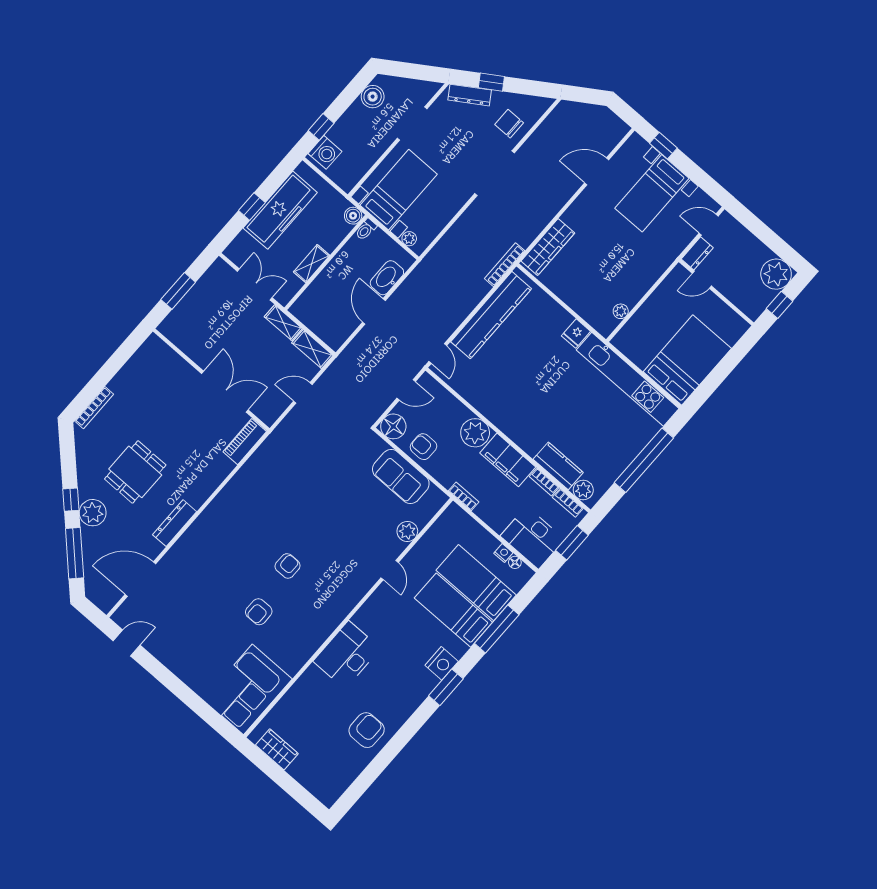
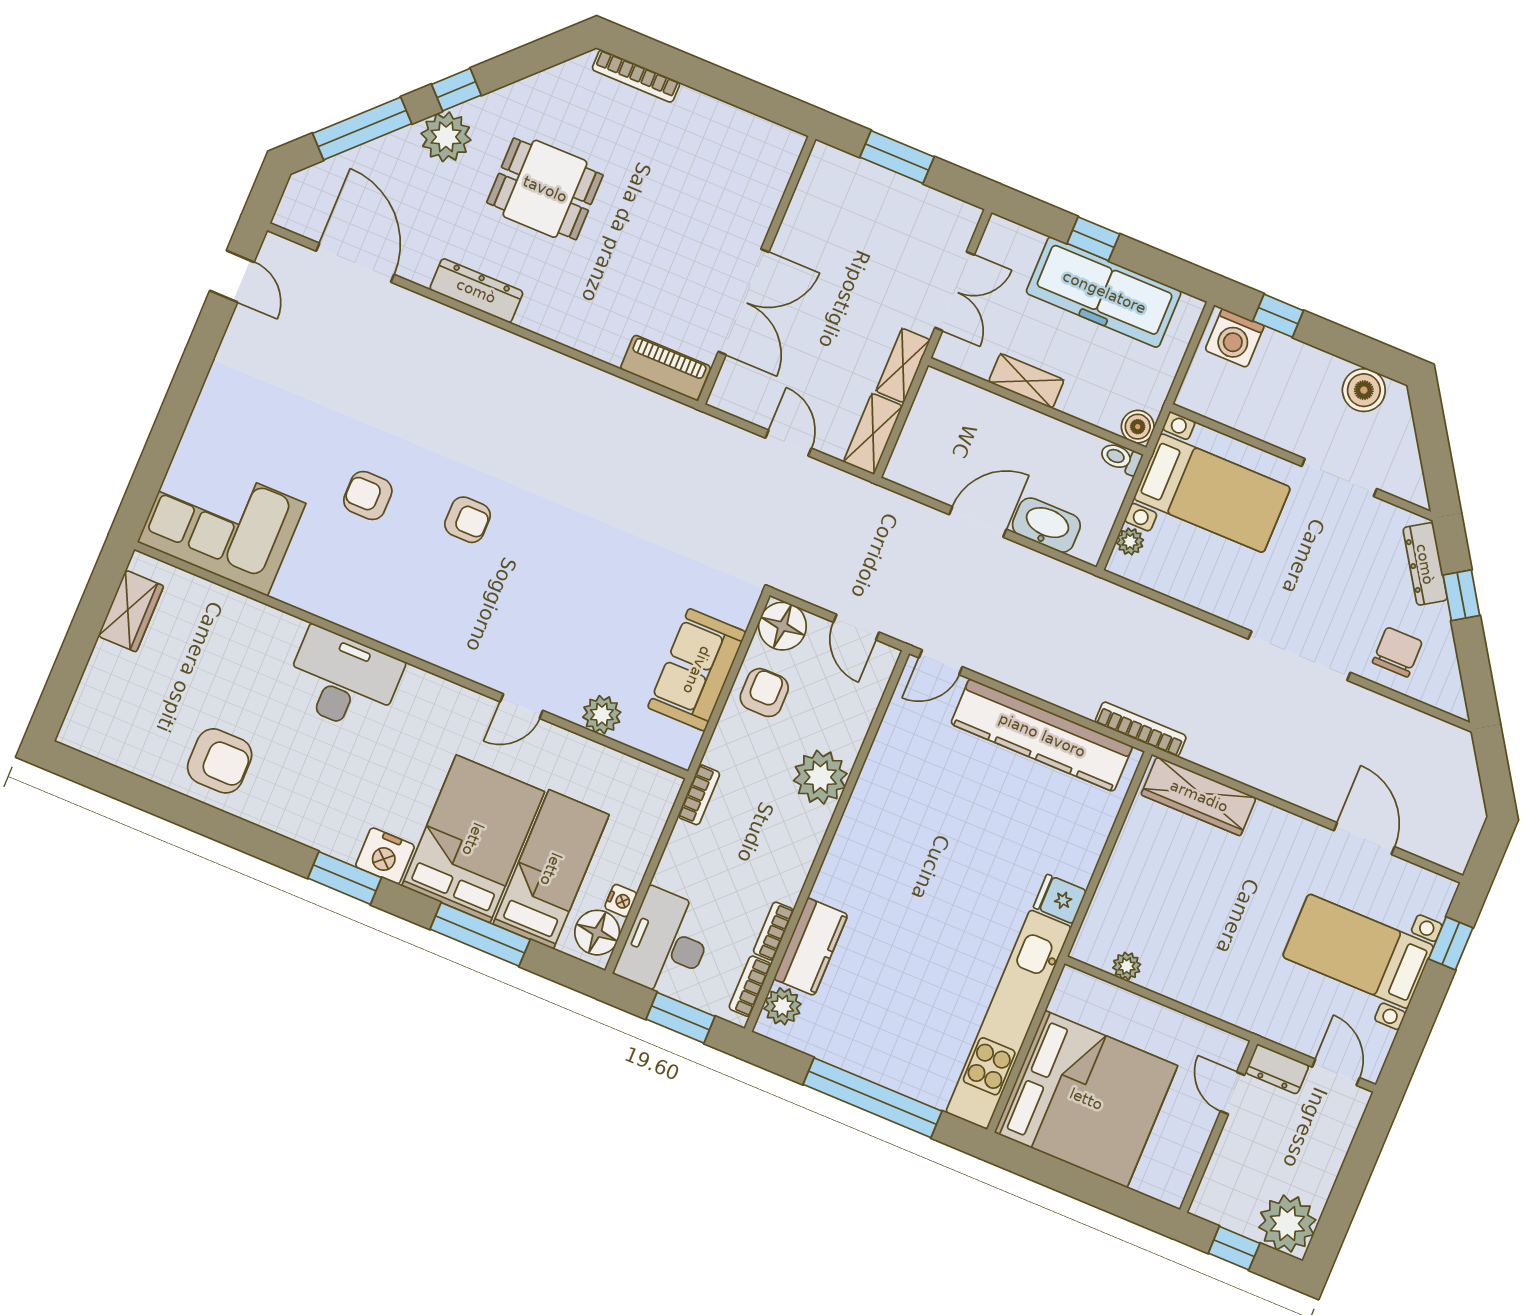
bed: (687, 360) -> (1086, 1099), width x1.36
filing cabinet: (508, 460) -> (791, 852), removed
floor lamp: (515, 562) -> (597, 933), width x1.89, depth x1.89
bed: (453, 610) -> (473, 839), width x1.50

